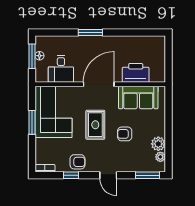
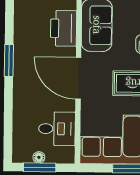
window: (90, 33) -> (9, 60), moved

